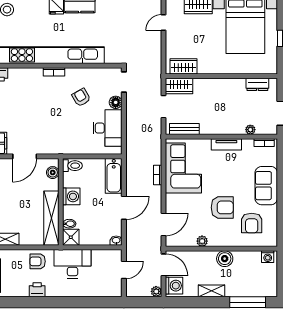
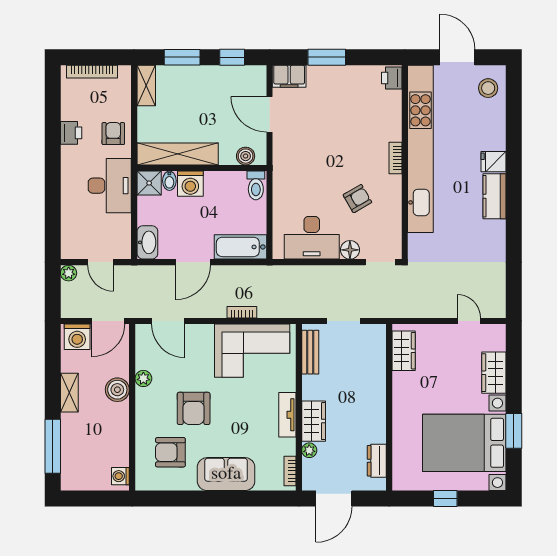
wardrobe: (179, 86) -> (314, 421), moved, turned 180
washing machine: (71, 196) -> (190, 184), moved
door: (124, 208) -> (193, 262), hinge flipped
washbasin: (116, 241) -> (147, 242), width x1.91, depth x1.45
boiler: (225, 259) -> (117, 390), moved
plant: (156, 291) -> (69, 273), moved

